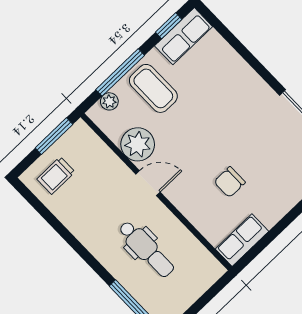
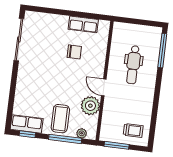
row of seats: (242, 240) -> (83, 24), moved
dental chair: (146, 249) -> (133, 65), turned 180

